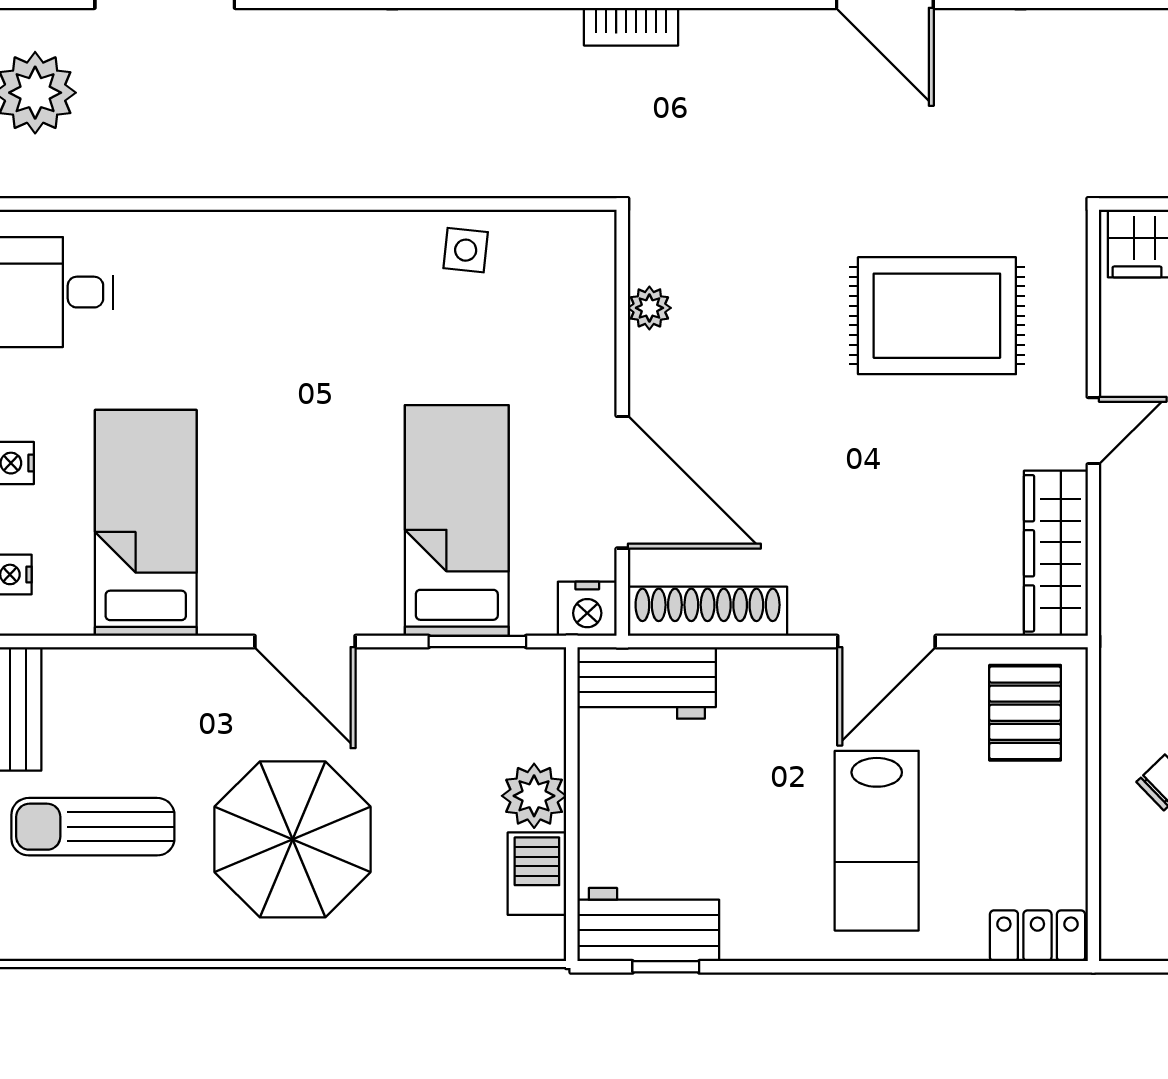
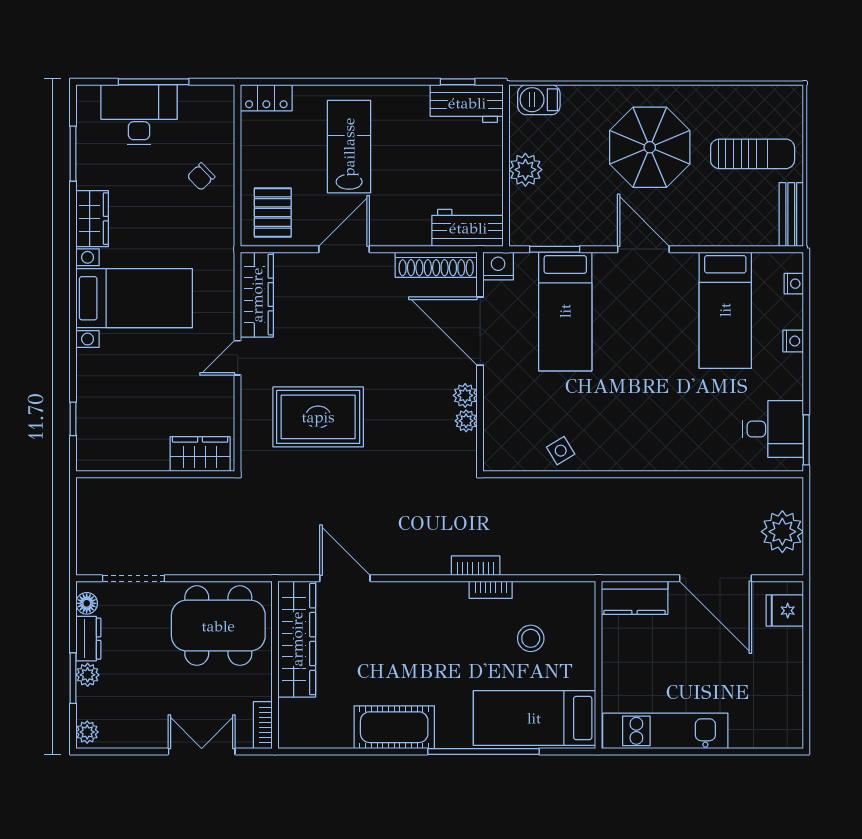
side table: (466, 250) -> (561, 451), turned -37
plant: (651, 357) -> (465, 395), added
barbecue: (537, 874) -> (539, 100), moved, turned 90

